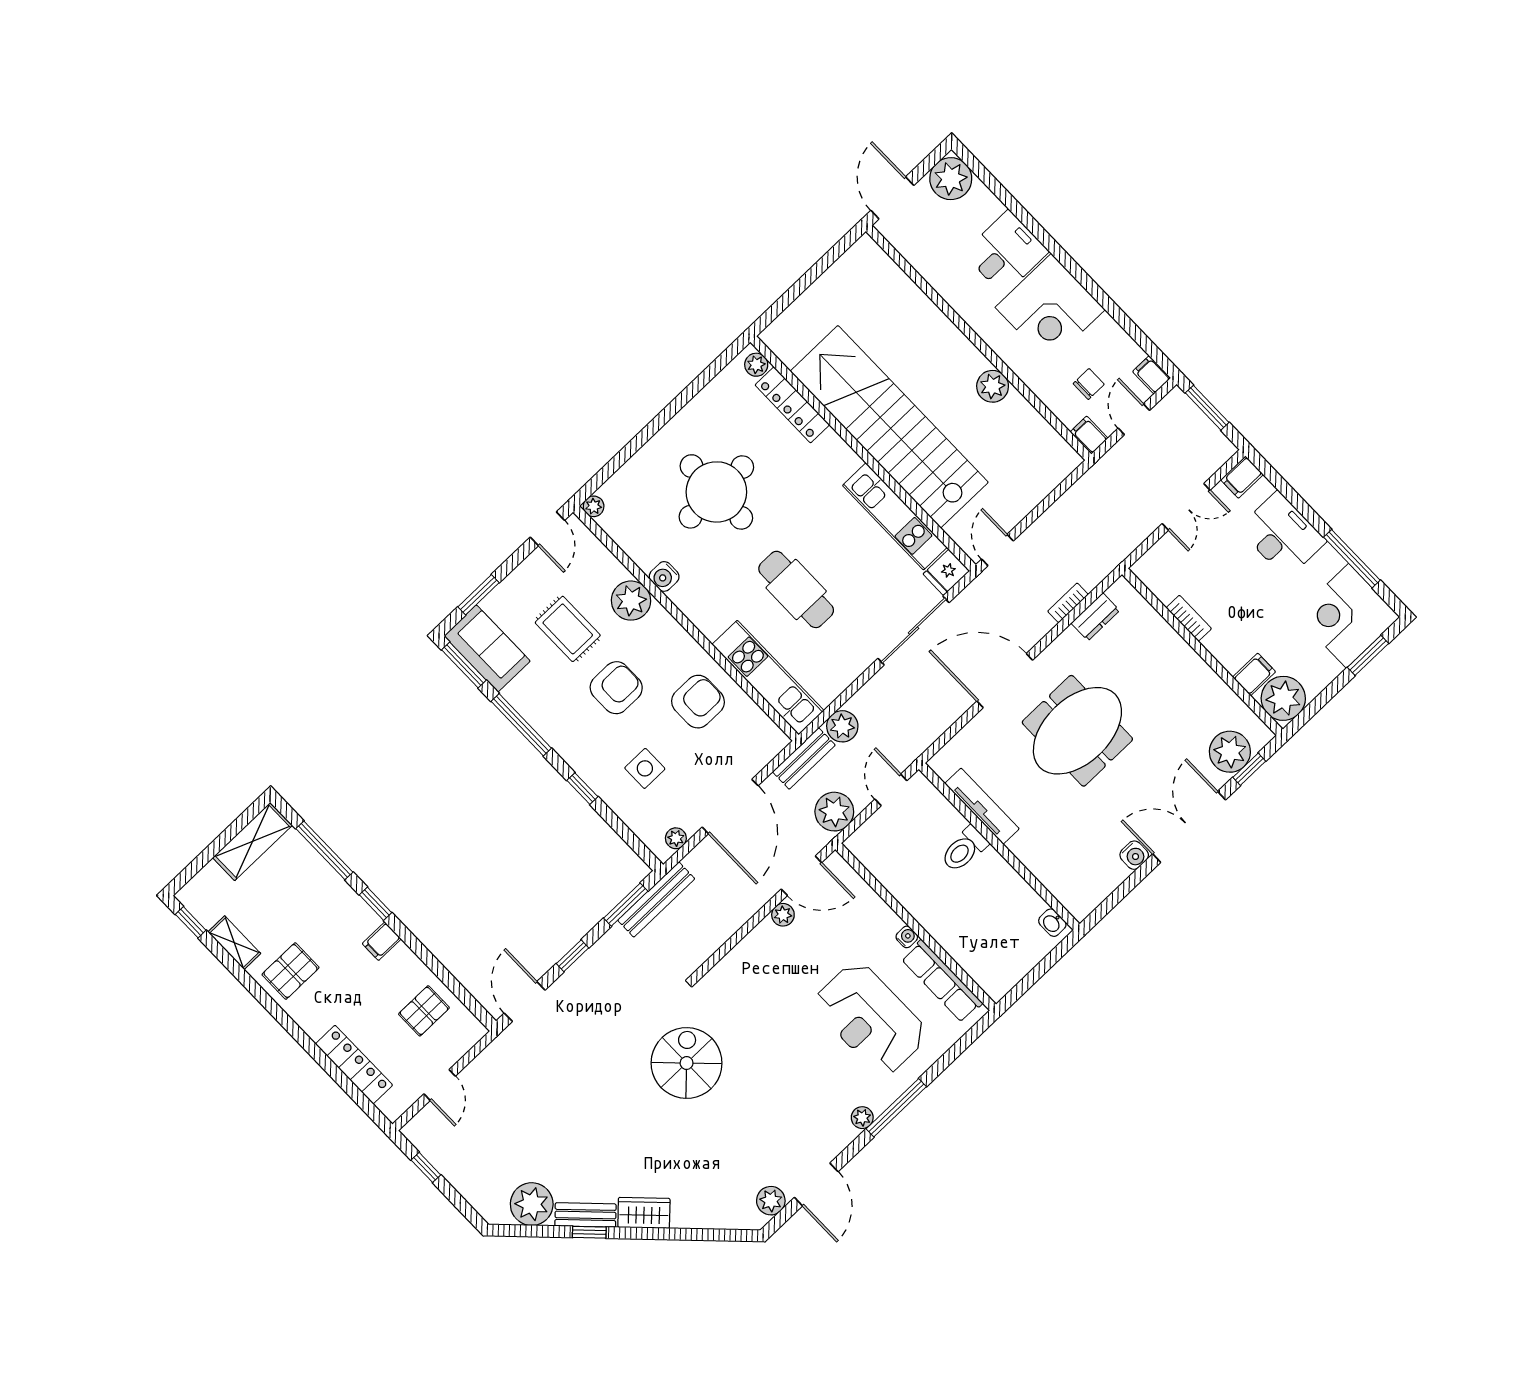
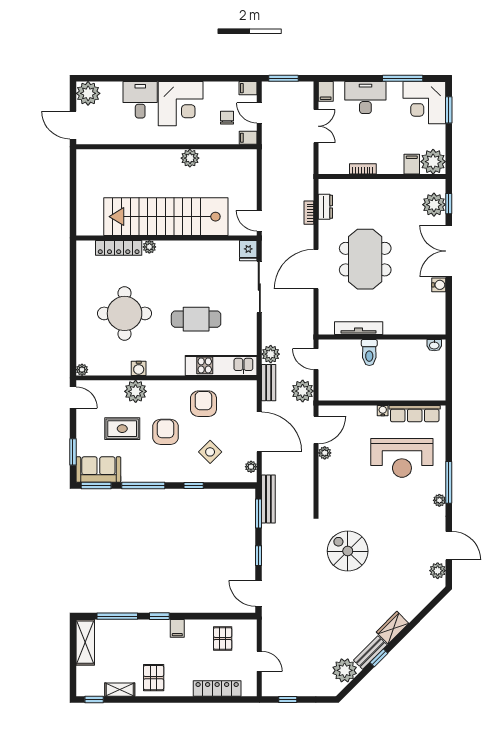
plant: (756, 365) -> (149, 247), moved
kitchen unit: (895, 516) -> (205, 250), removed
side table: (645, 768) -> (210, 452), turned 45

